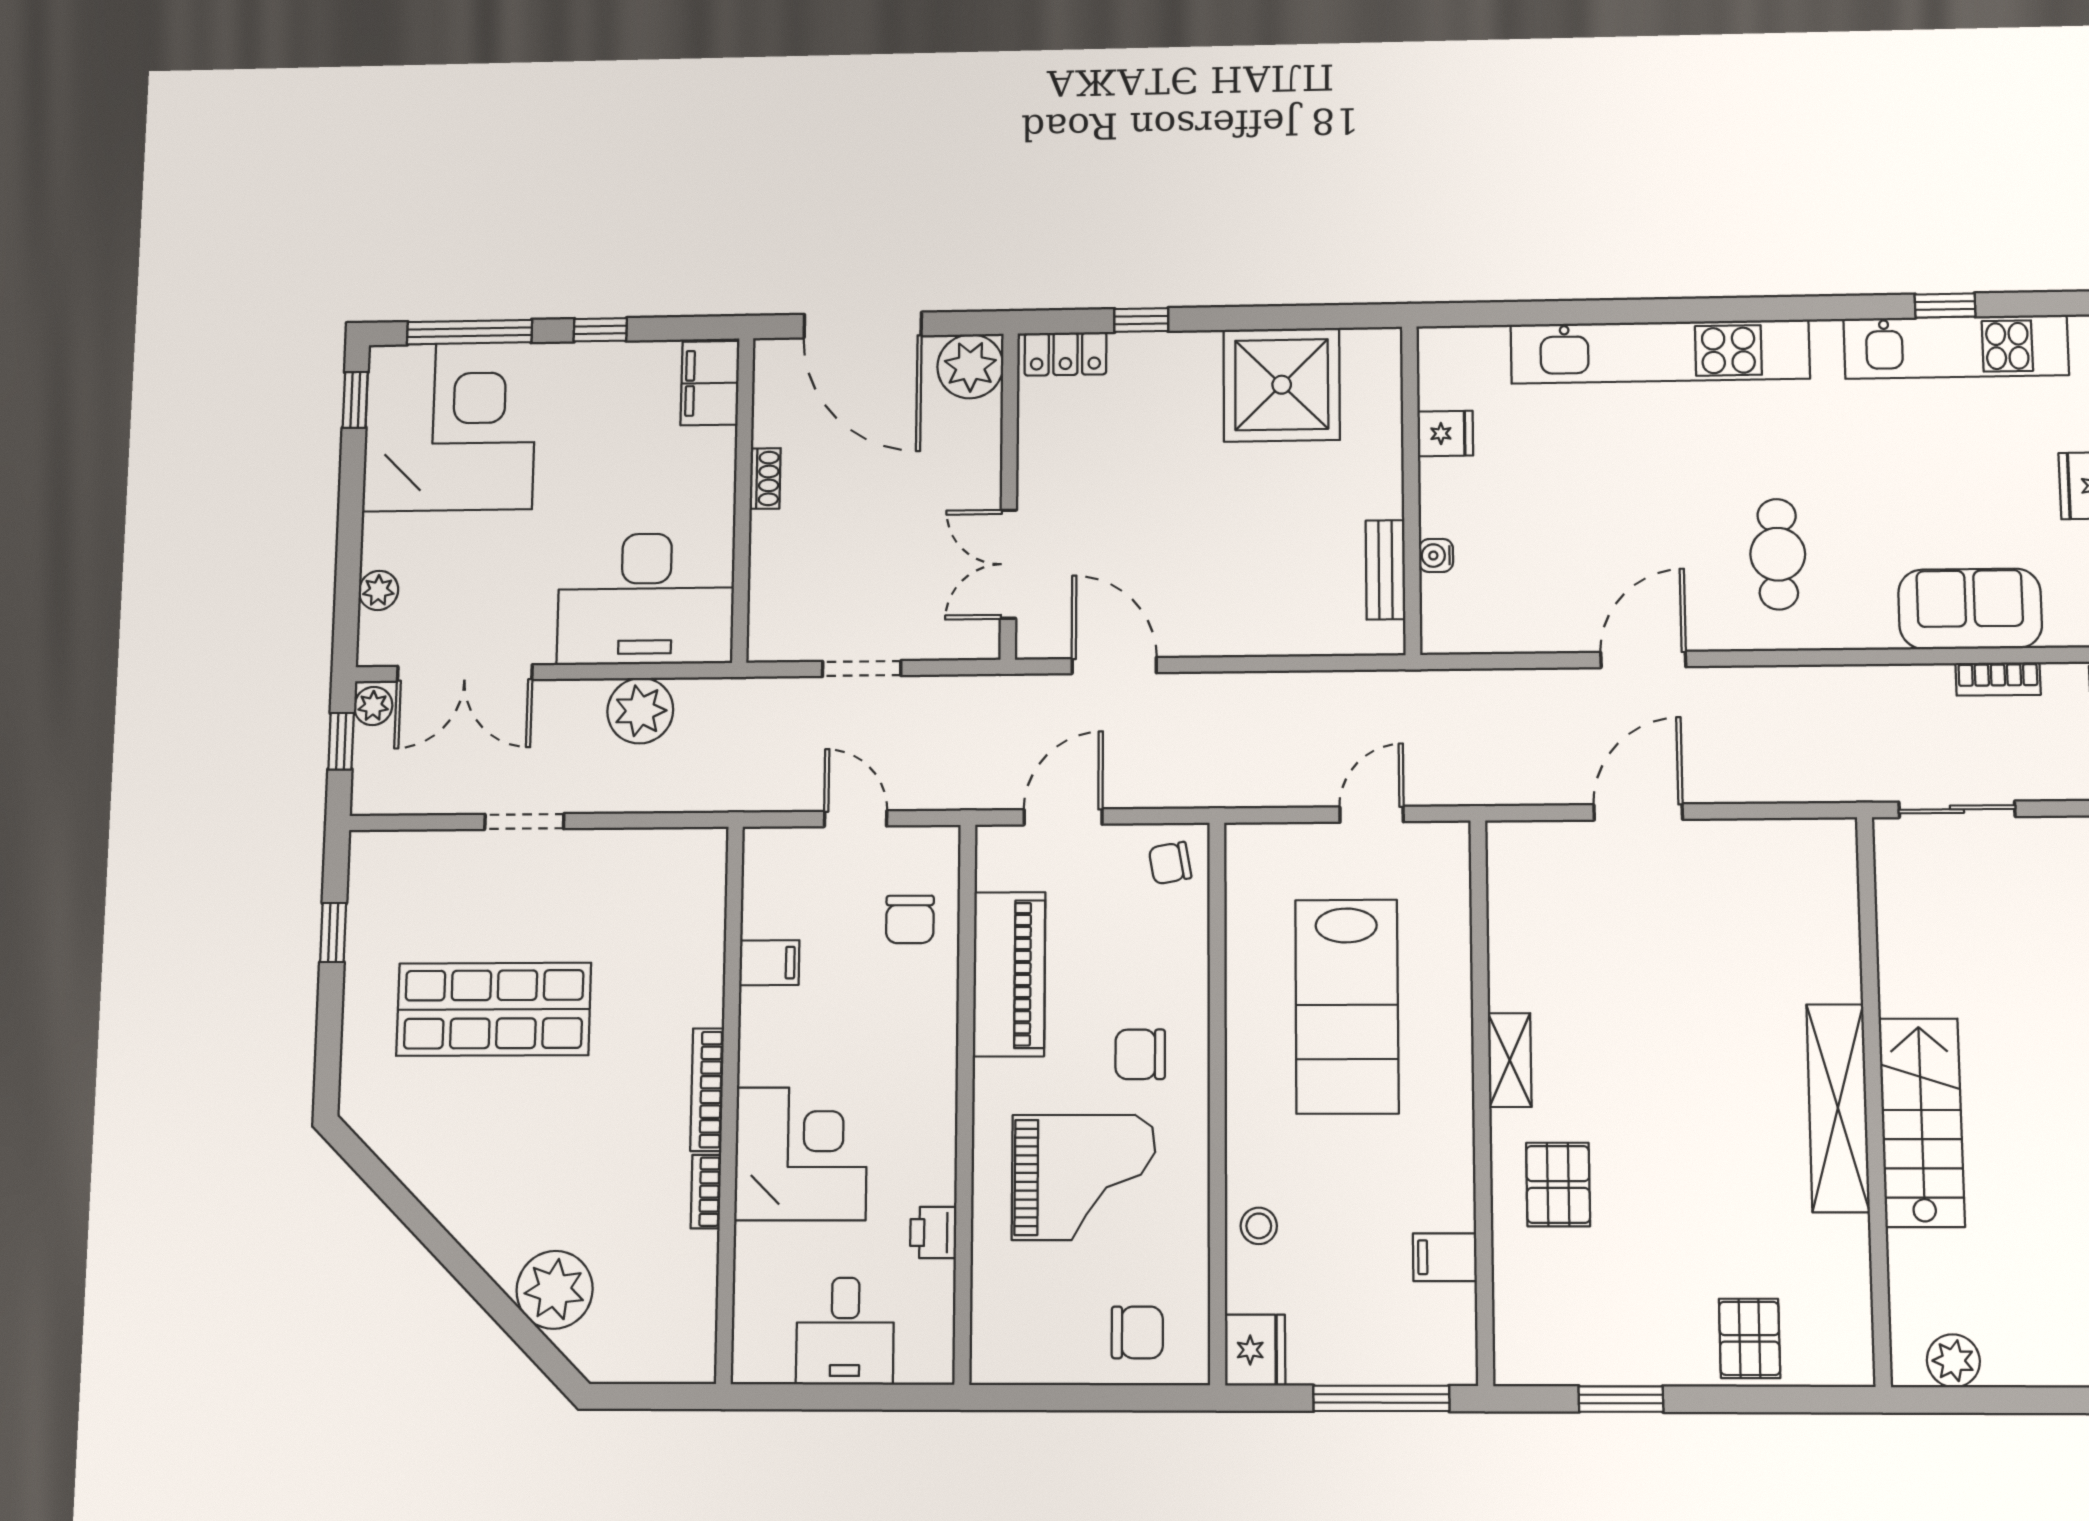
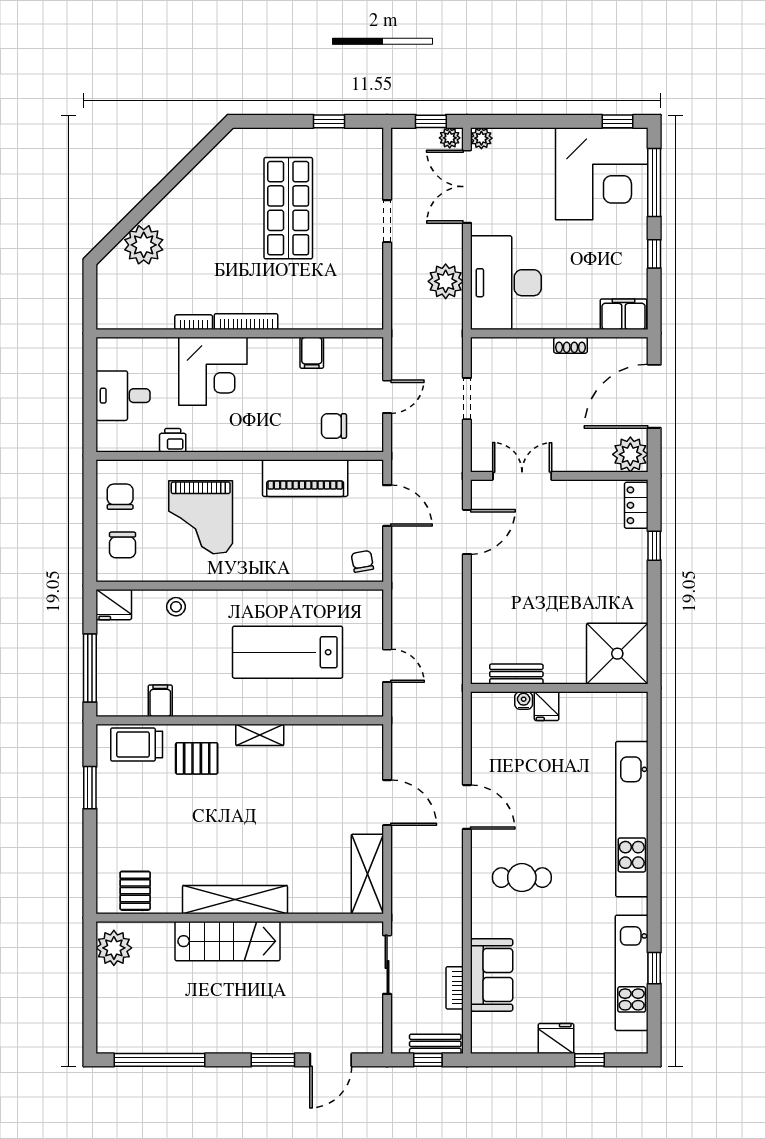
shower: (1282, 385) -> (617, 654), moved
fridge: (1445, 433) -> (547, 706), moved
plant: (378, 590) -> (481, 138), moved
shelving: (1779, 849) -> (367, 874), added
chair: (1140, 1054) -> (120, 497), moved
trolley: (1533, 1305) -> (137, 744), added
pallet: (1750, 1338) -> (135, 891), moved, turned 90
plant: (1953, 1361) -> (114, 948), width x1.36, depth x1.36

